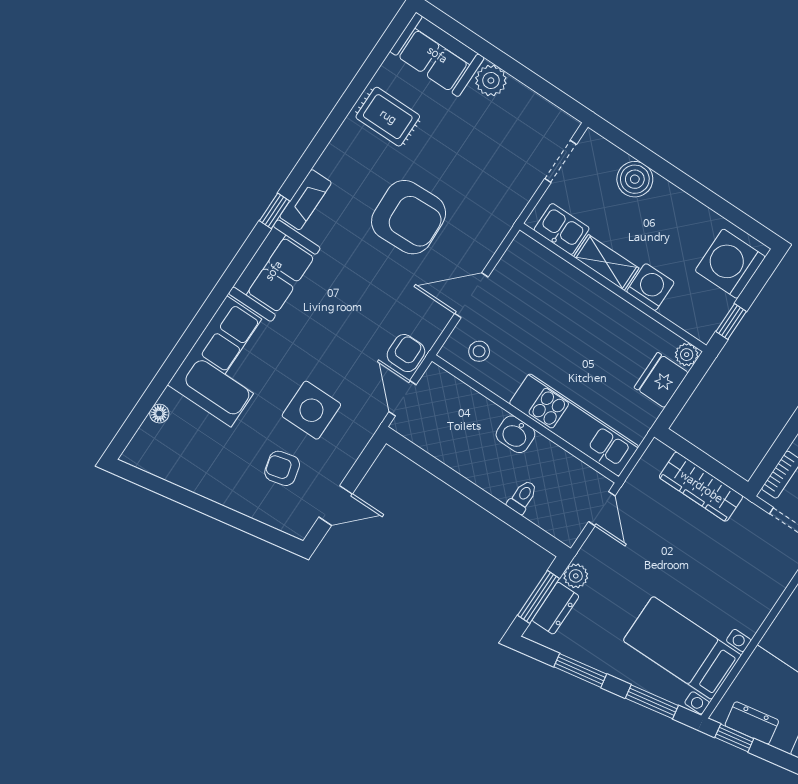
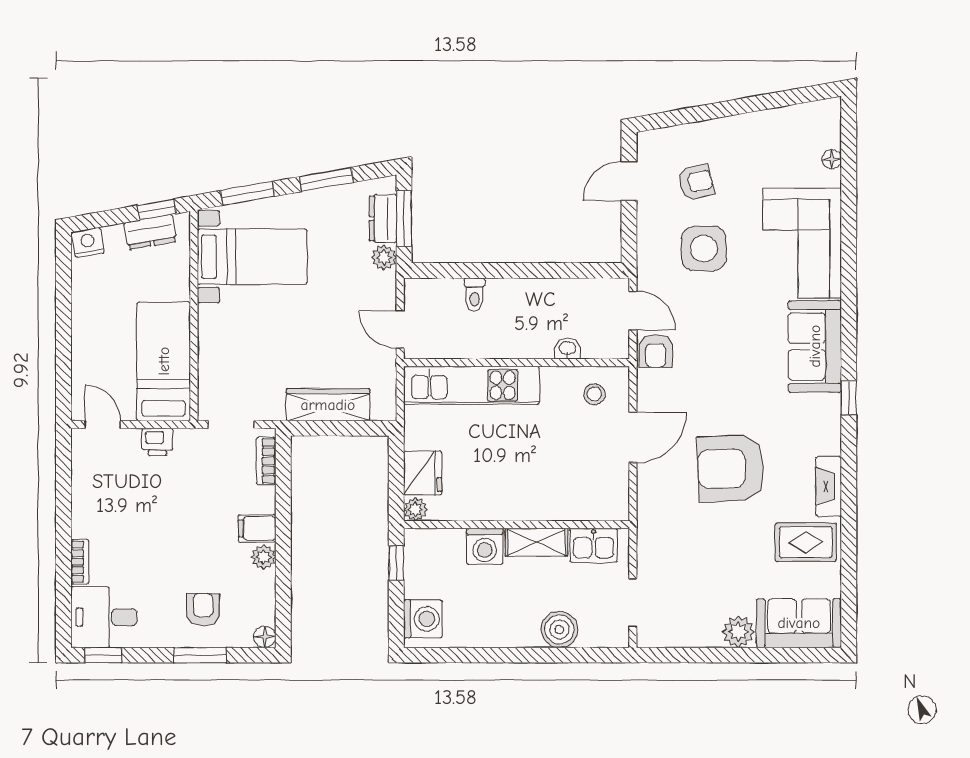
fireplace: (306, 200) -> (829, 486), moved
washing machine: (730, 264) -> (423, 619), width x0.73, depth x0.73
washbasin: (515, 434) -> (567, 349), moved, width x0.72, depth x0.69

